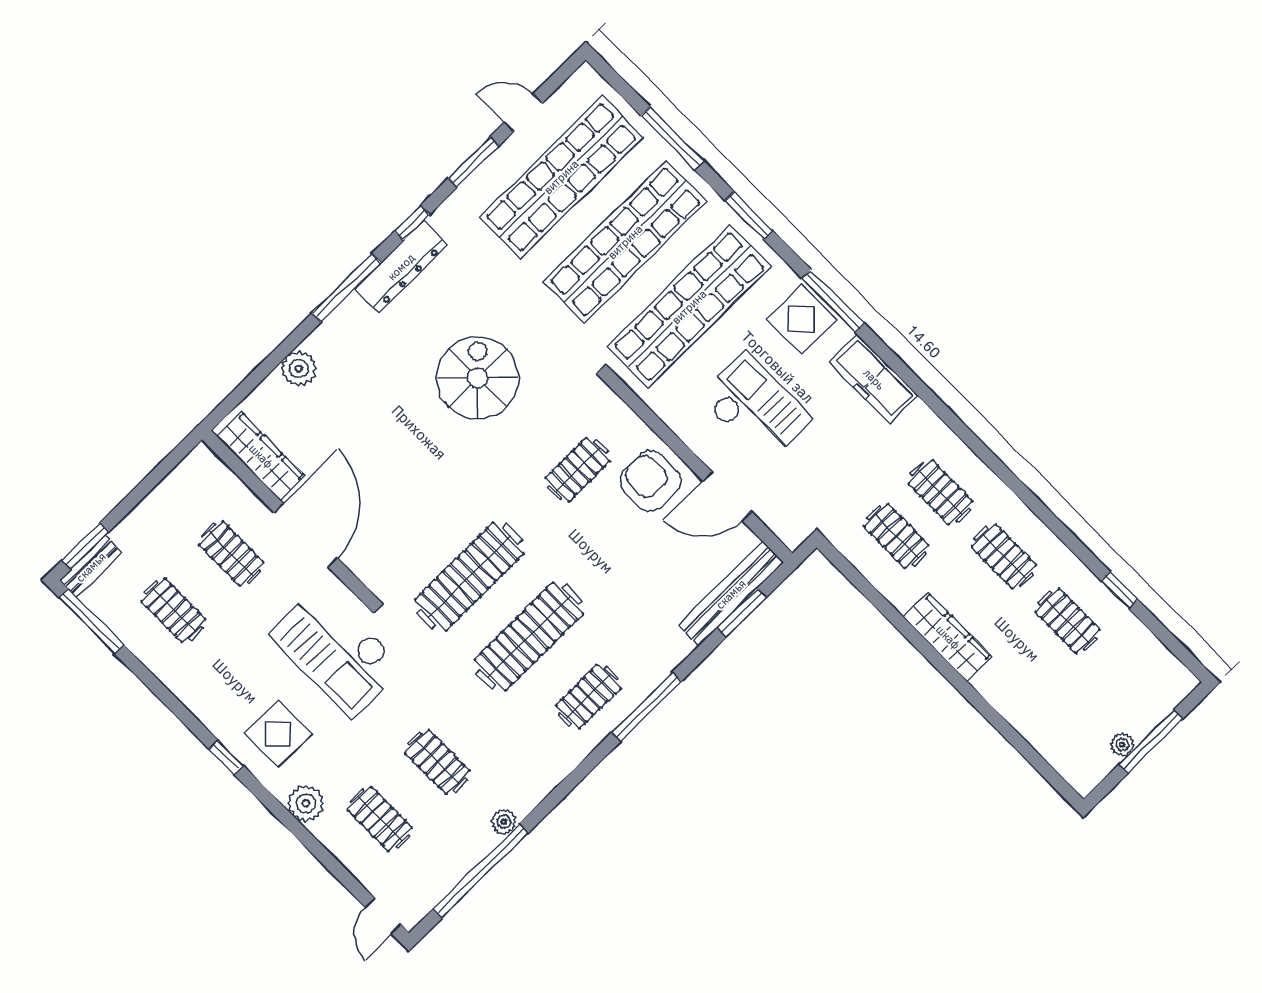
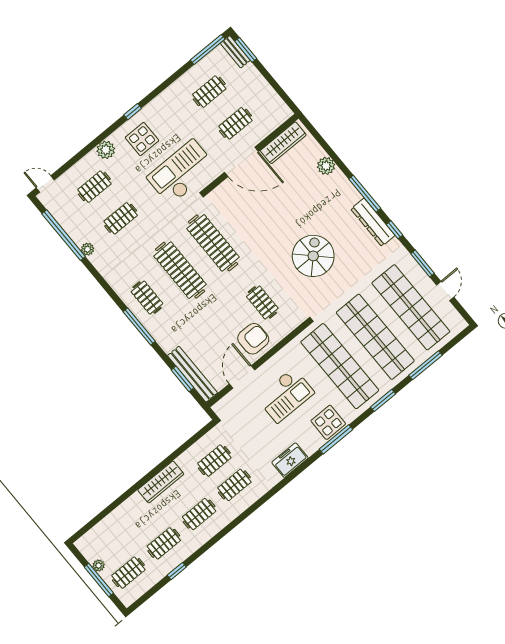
spiral stairs: (478, 378) -> (313, 256), turned -90
freezer: (874, 379) -> (290, 460), width x0.71
clothes rail: (1131, 685) -> (128, 573), added

